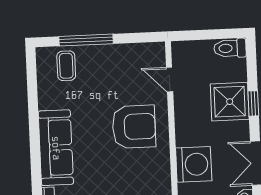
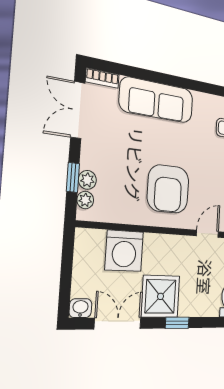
shower: (230, 102) -> (160, 296), moved

